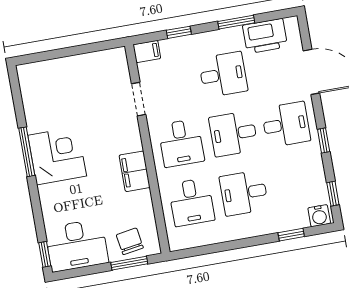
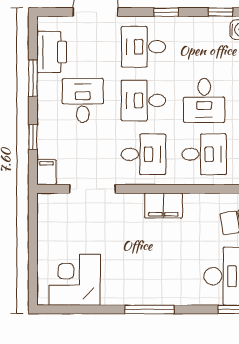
doorway: (139, 99) -> (92, 189), width x1.38
desk: (286, 124) -> (143, 47), turned -90
desk: (233, 134) -> (143, 100), turned 90
window: (27, 152) -> (149, 309), moved
corner desk: (57, 156) -> (75, 280), moved

